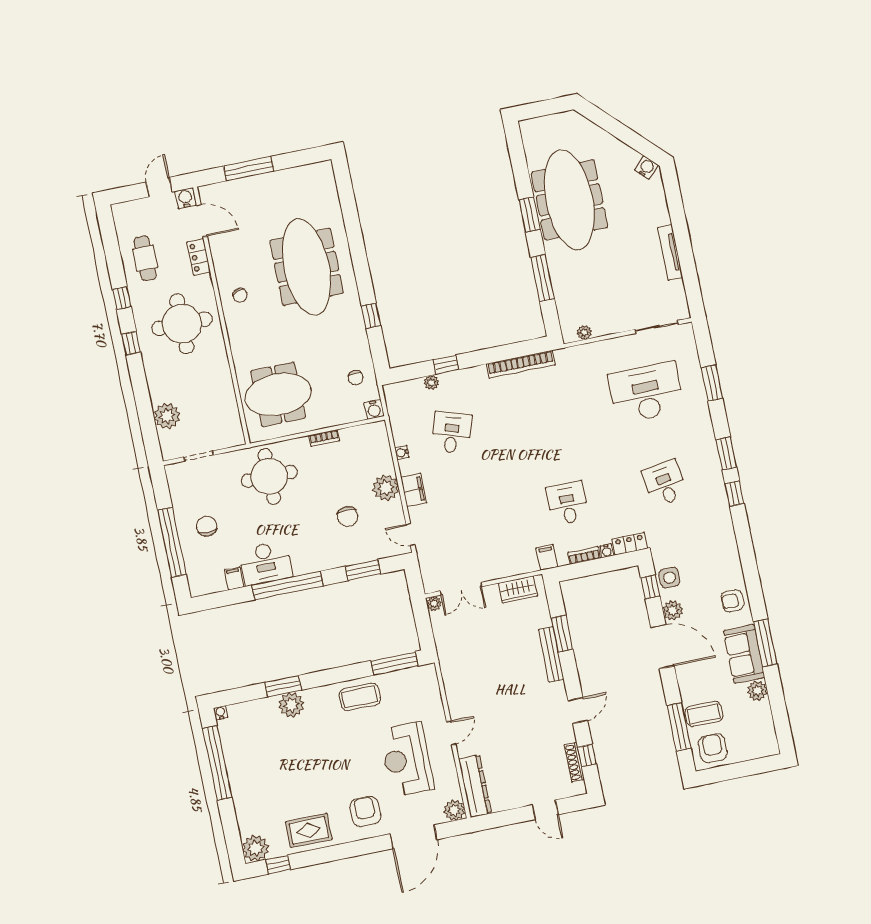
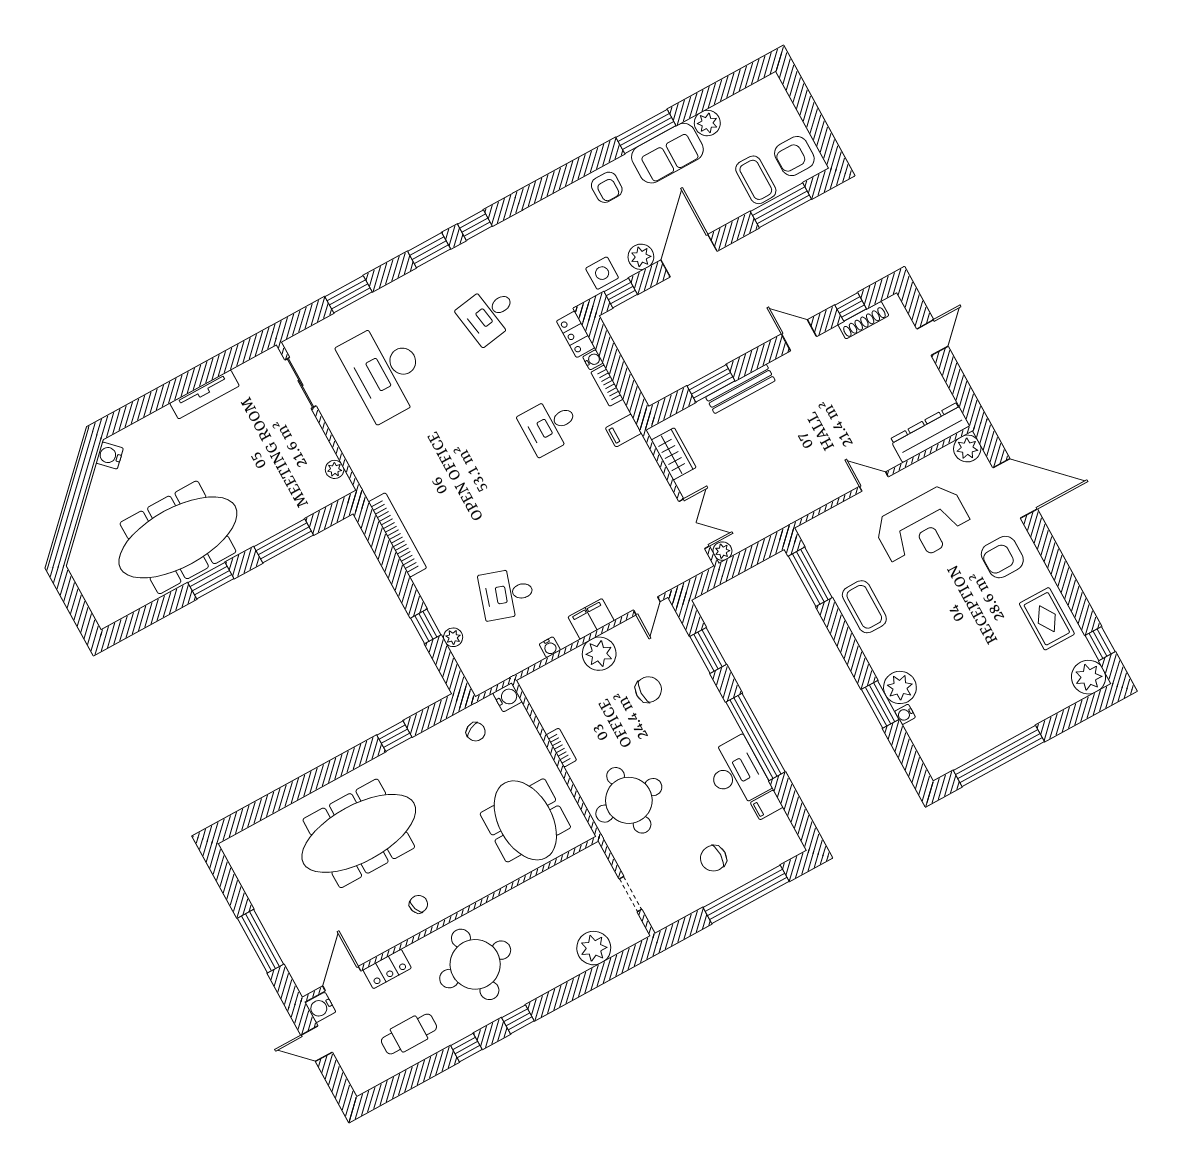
chair: (356, 378) -> (476, 732), turned 64
water cooler: (221, 713) -> (905, 714), moved

